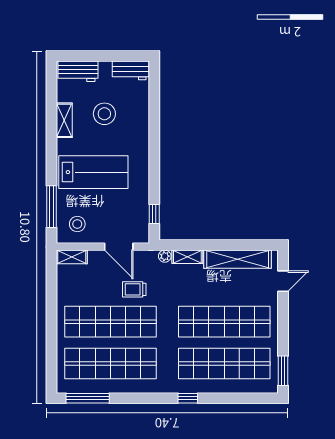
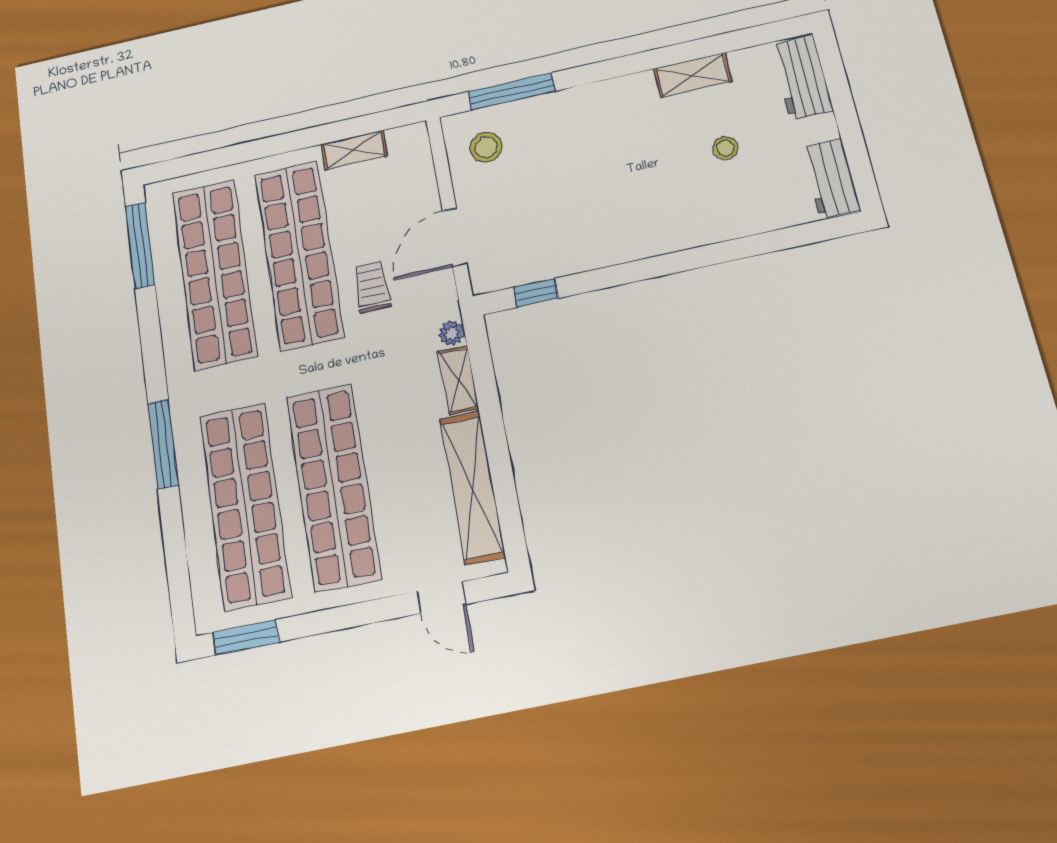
stool: (104, 114) -> (725, 148), width x0.53, depth x0.53
lab bench: (93, 172) -> (599, 154), removed
shelving: (72, 257) -> (354, 150), moved, turned 90
window: (188, 398) -> (163, 444), width x2.17

